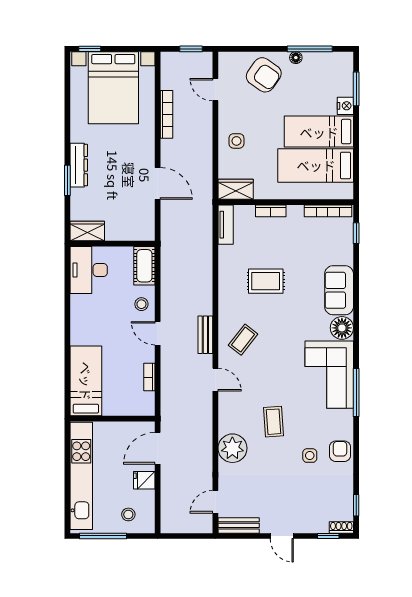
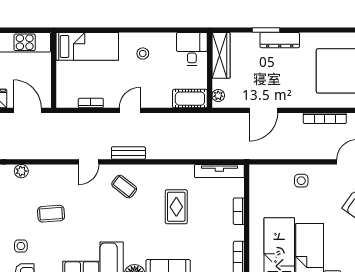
wardrobe: (236, 189) -> (258, 180), removed
tv unit: (226, 225) -> (219, 171), width x1.41
wardrobe: (87, 231) -> (221, 55), width x1.50
plant: (141, 234) -> (218, 95), added
desk: (89, 270) -> (192, 49), width x0.73
stool: (141, 304) -> (143, 54), moved
plant: (232, 448) -> (21, 171), width x0.53, depth x0.53

